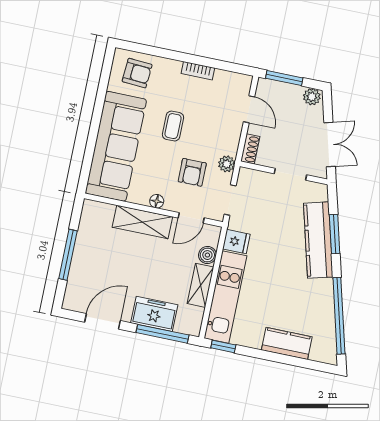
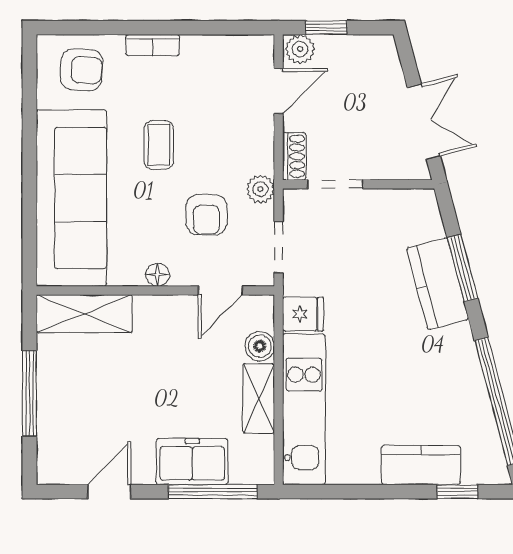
bookcase: (198, 71) -> (153, 45), moved
window: (284, 78) -> (326, 28), width x0.67
plant: (312, 97) -> (300, 49), moved
door: (249, 109) -> (279, 91), hinge flipped
doorway: (290, 174) -> (335, 184), moved
shelving: (142, 222) -> (84, 314), moved
kitchen counter: (318, 240) -> (438, 284), width x0.67
door: (102, 321) -> (109, 492), width x0.73
window: (223, 346) -> (457, 492), moved

